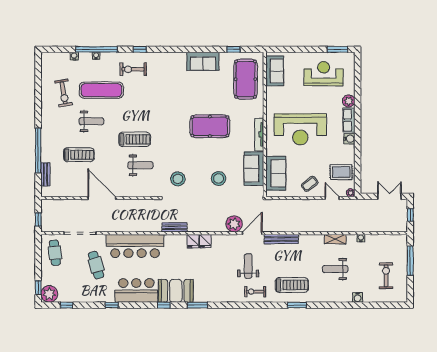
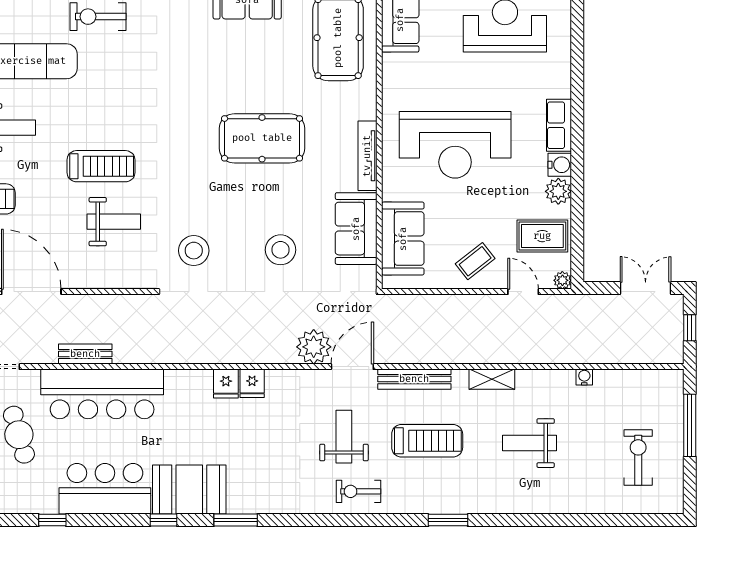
plant: (349, 101) -> (558, 191), moved
bench: (175, 227) -> (85, 354), moved
shelving: (335, 239) -> (492, 379), moved
treadmill: (292, 285) -> (427, 441), moved
water cooler: (358, 297) -> (577, 504), removed

